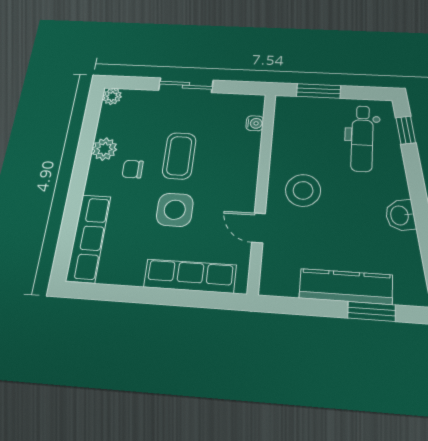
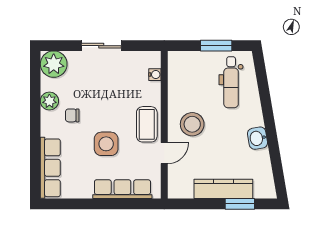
window: (319, 91) -> (216, 46), moved
plant: (112, 96) -> (54, 64), width x1.88, depth x1.88
window: (406, 130) -> (261, 74), removed
coffee table: (179, 156) -> (147, 124), moved
door: (259, 228) -> (164, 153), swing flipped

